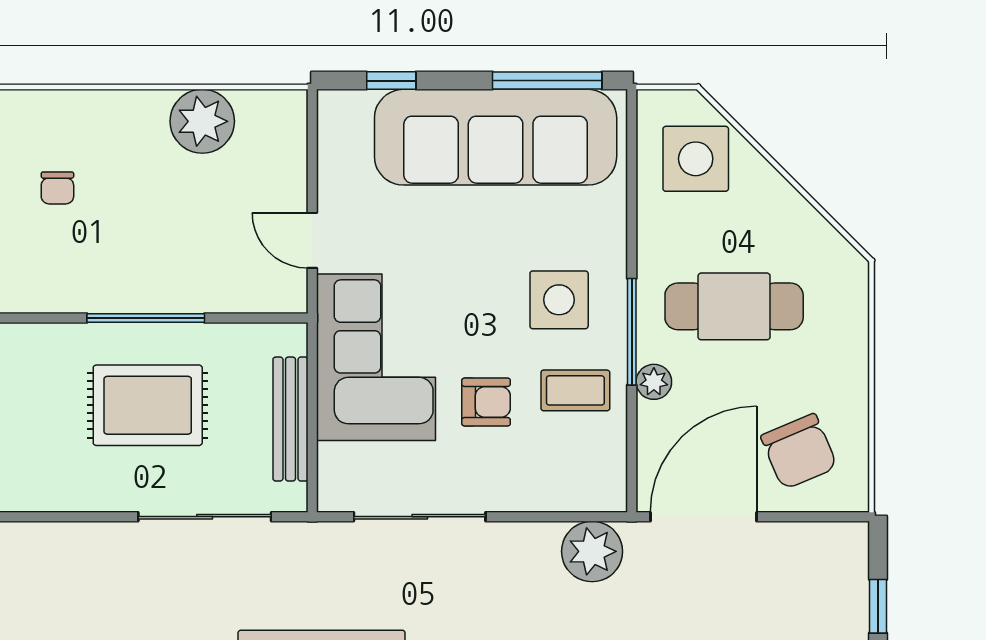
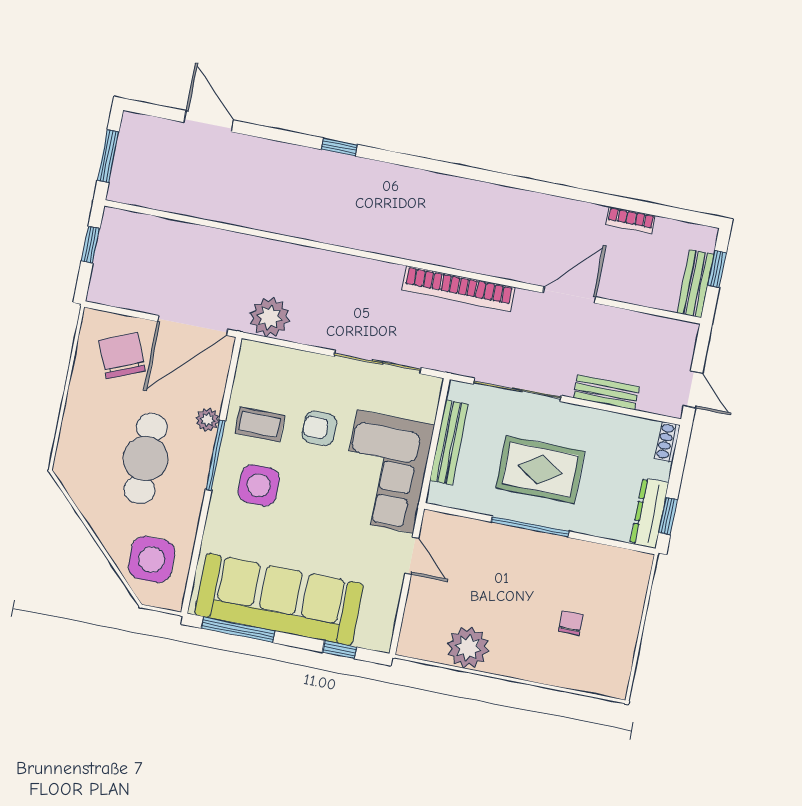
cafe table: (734, 306) -> (146, 458), turned 90
bench: (73, 539) -> (606, 392), added

